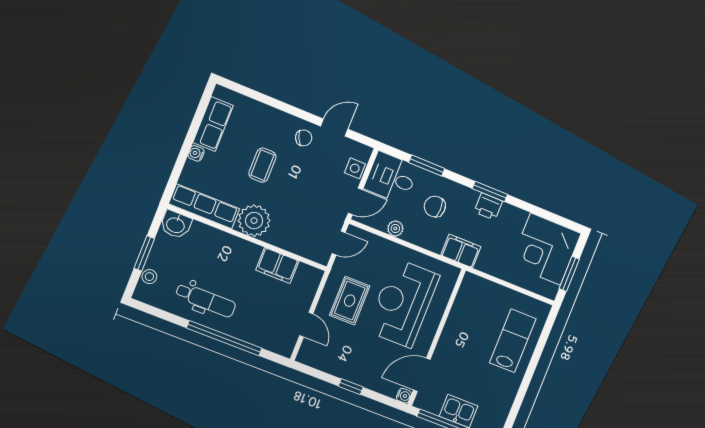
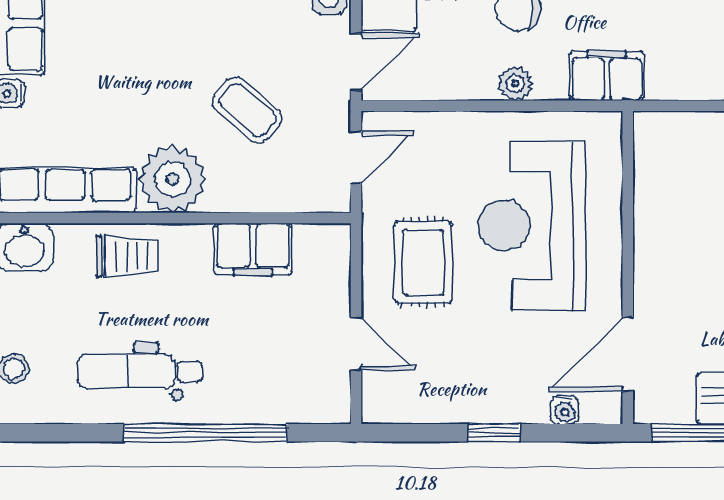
coffee table: (262, 165) -> (247, 110), moved, turned -50
plant: (395, 228) -> (515, 84), moved
trolley: (220, 247) -> (127, 256), added
dental chair: (206, 300) -> (140, 372), turned 180
water cooler: (404, 396) -> (565, 410), moved, turned 90

